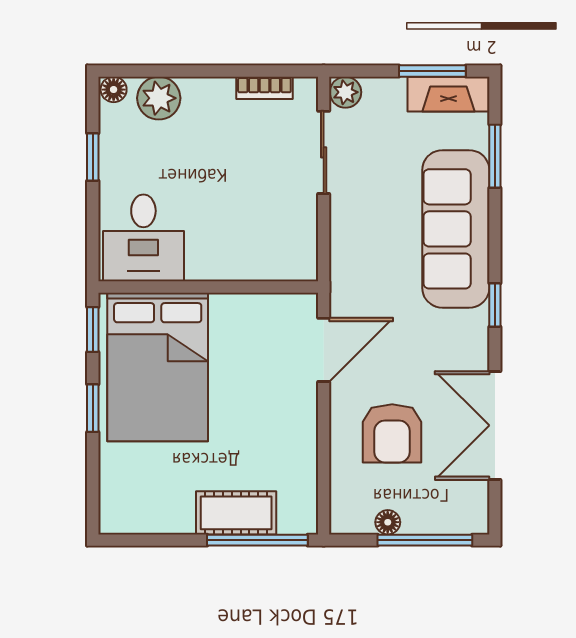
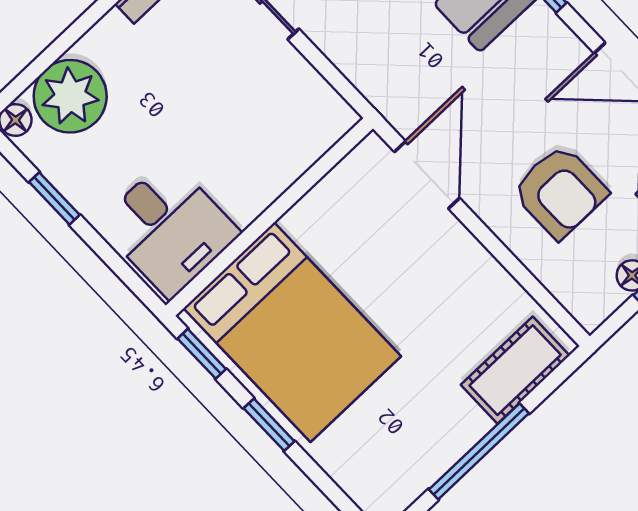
plant: (159, 98) -> (70, 96), width x1.36, depth x1.36
cot: (236, 513) -> (515, 370), moved
window: (257, 540) -> (479, 451), moved

